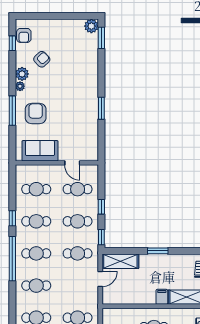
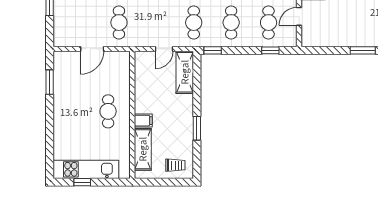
window: (101, 207) -> (270, 50), moved
window: (158, 251) -> (197, 128), moved
door: (100, 279) -> (164, 49), hinge flipped

